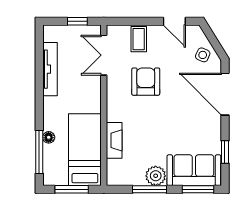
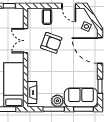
double door: (104, 55) -> (25, 41), moved
armchair: (146, 82) -> (51, 43), turned 110
fireplace: (114, 140) -> (32, 93), moved

